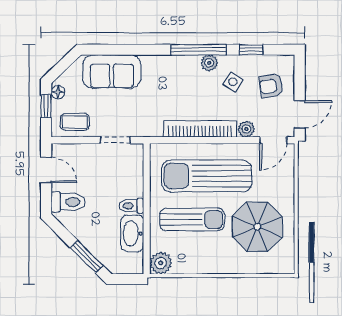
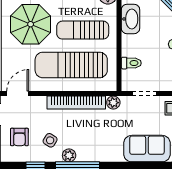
armchair: (271, 86) -> (19, 137), turned 99
plant: (246, 129) -> (113, 103), moved
sun lounger: (207, 176) -> (71, 65), turned 180
toilet: (131, 206) -> (131, 63), moved

